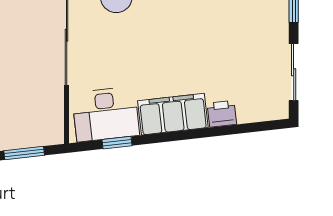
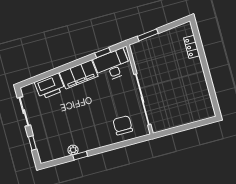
printer: (222, 114) -> (50, 86), width x1.87, depth x1.48

